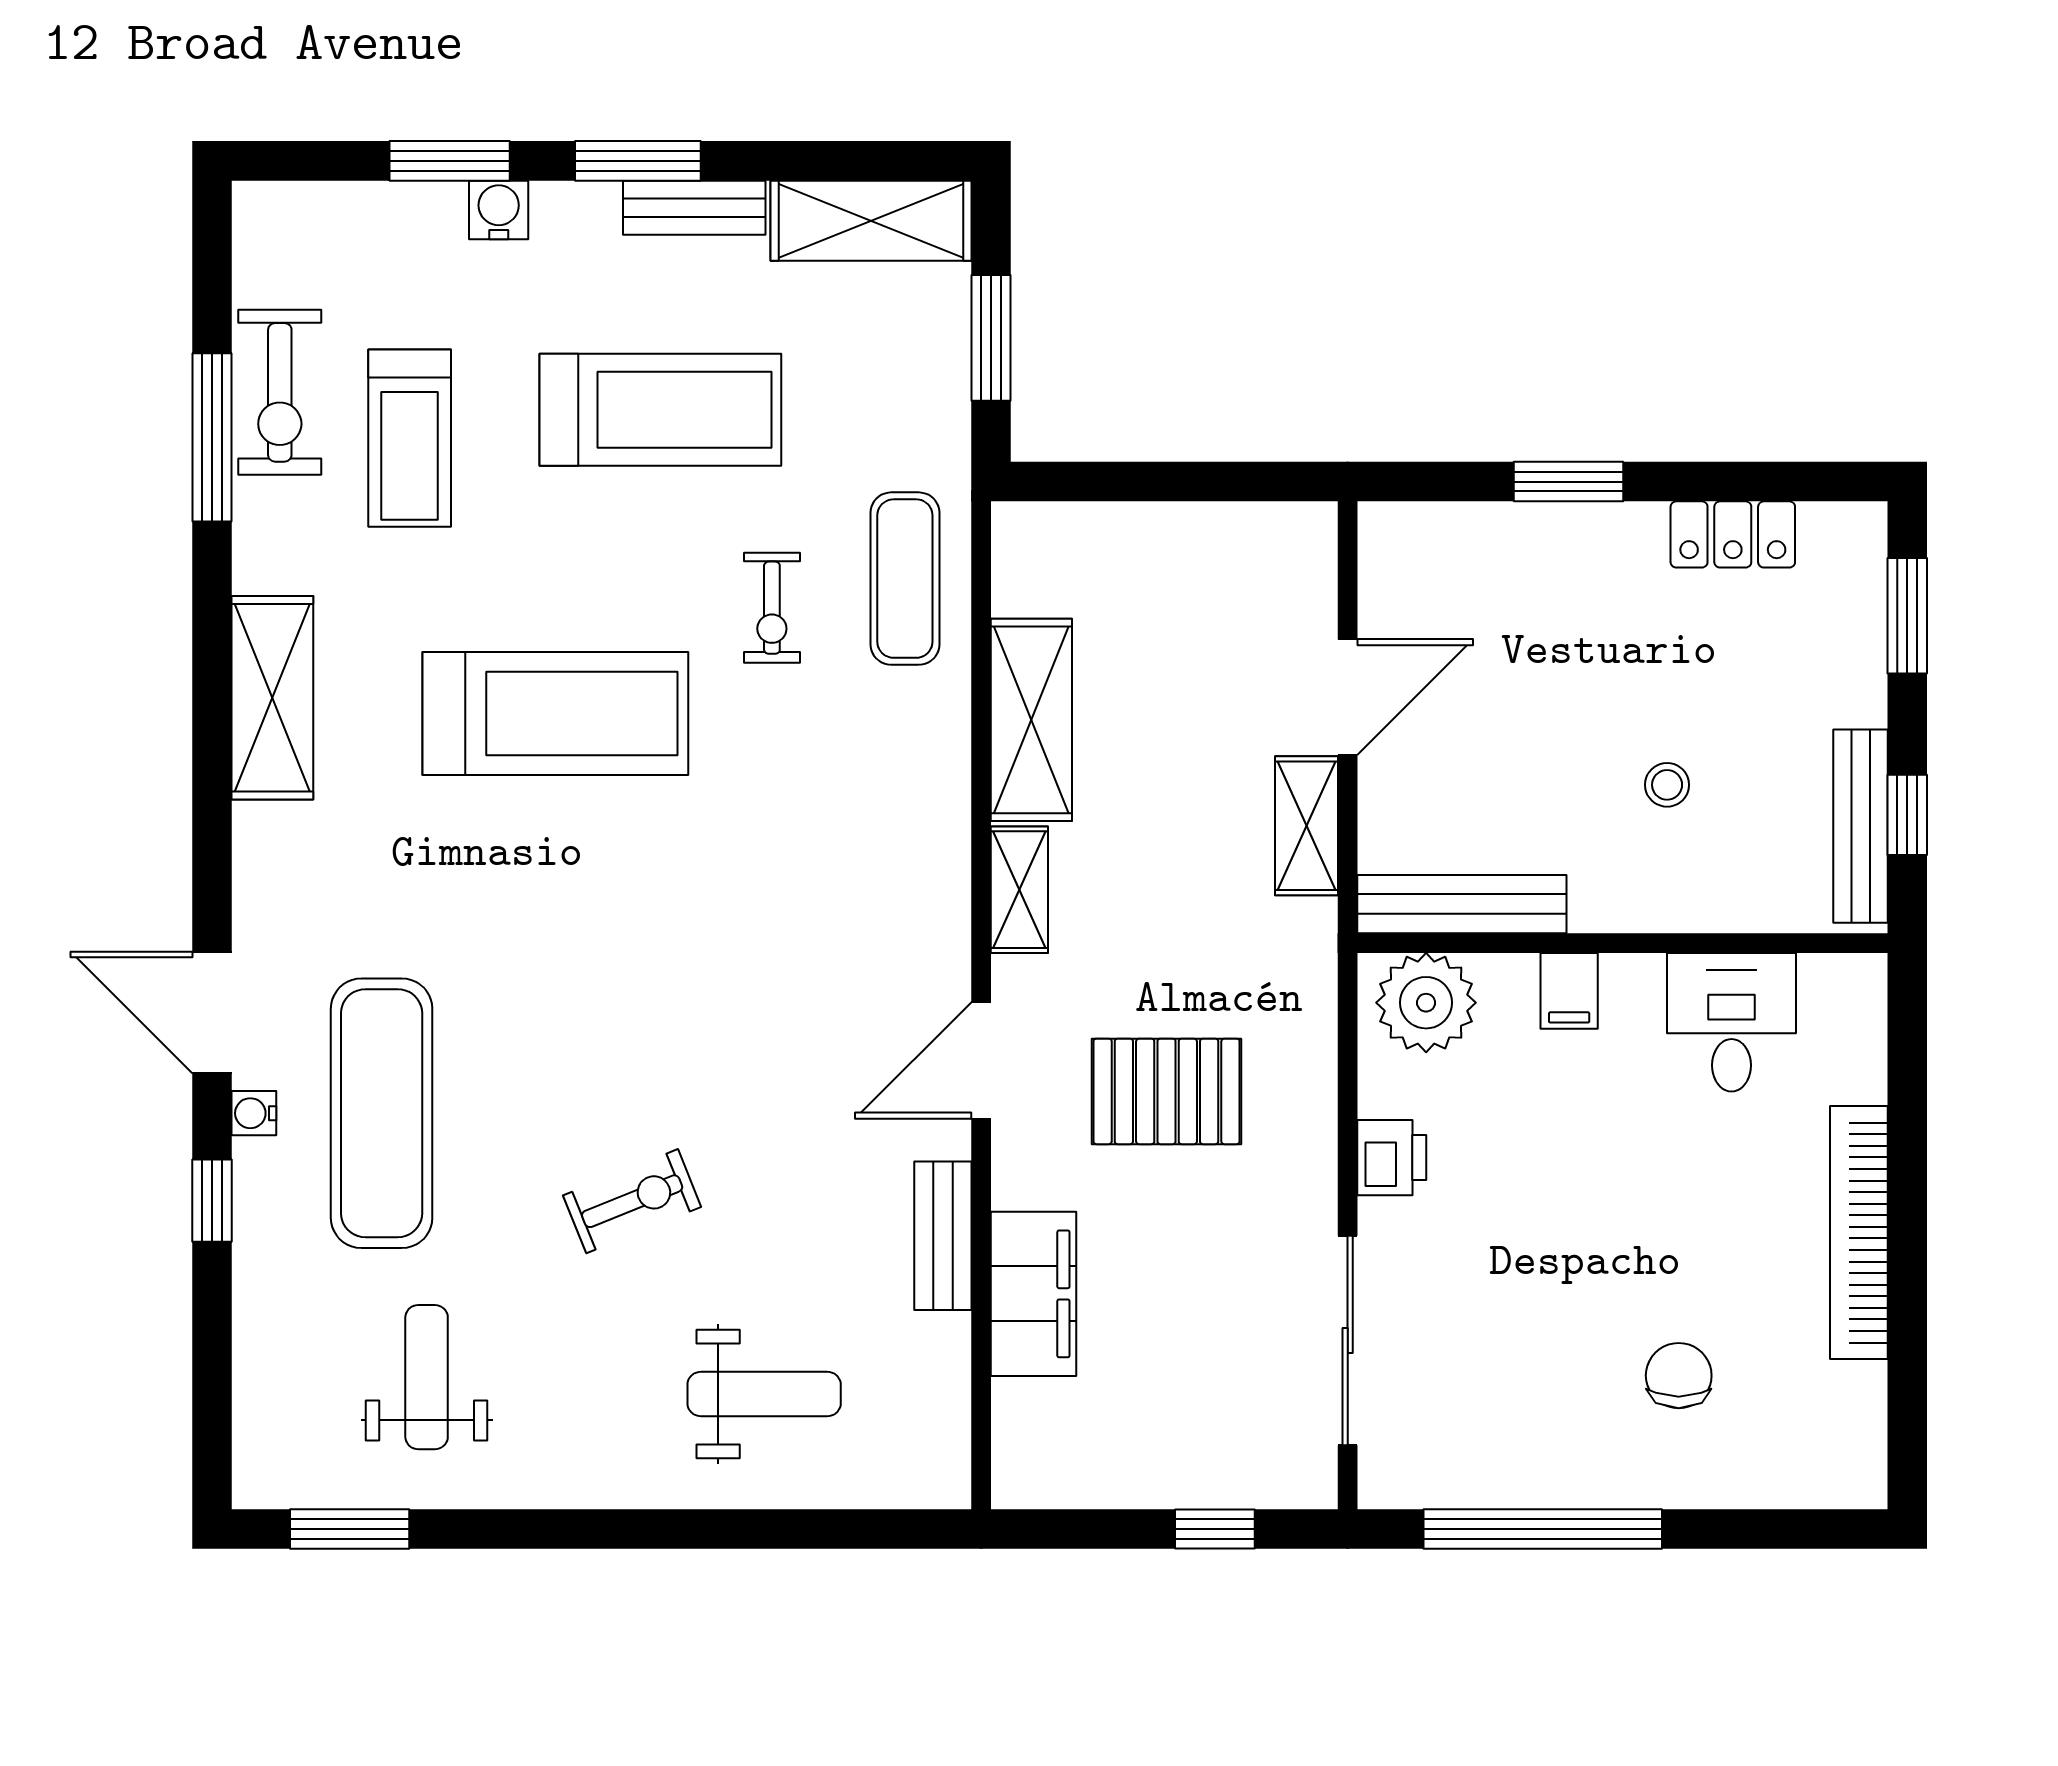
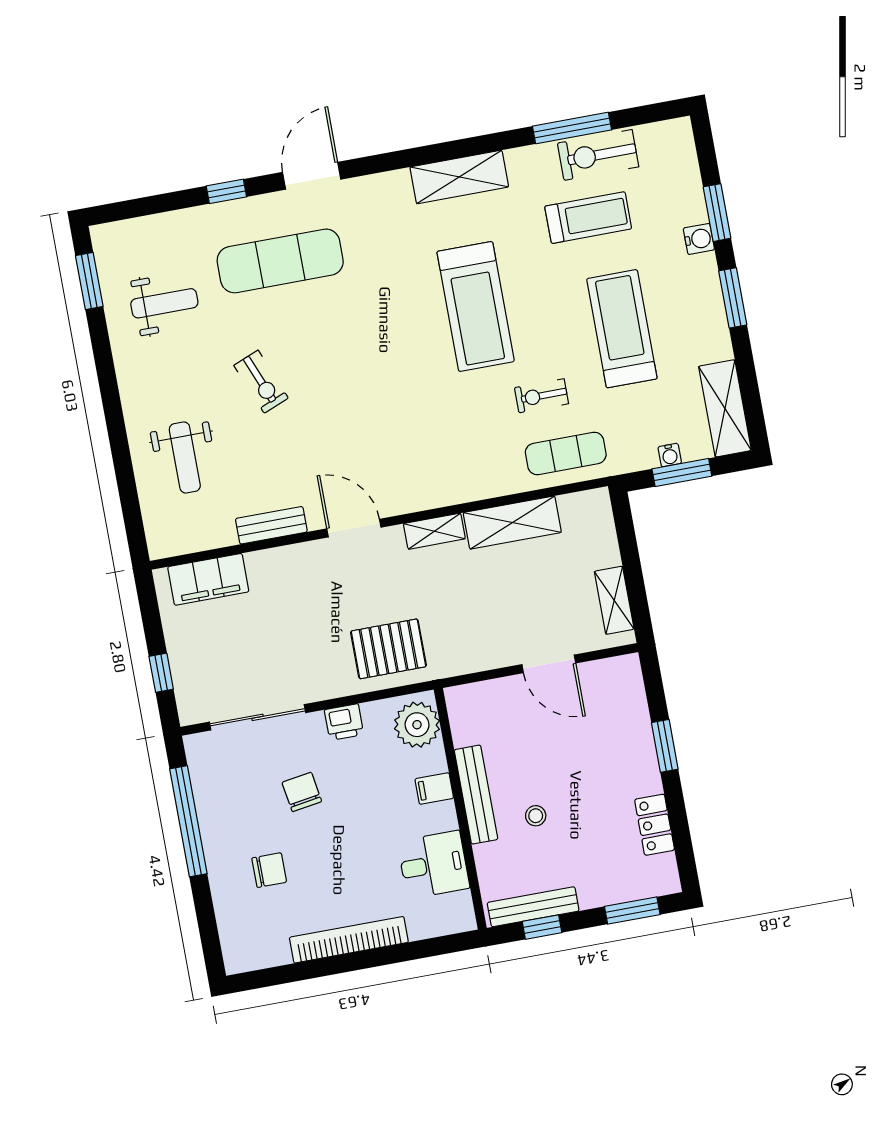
bench: (694, 208) -> (716, 327), removed
treadmill: (660, 410) -> (622, 329), turned 180
treadmill: (410, 438) -> (588, 218), turned 180
shelving: (1306, 826) -> (614, 600), moved, turned 90
bench: (1462, 904) -> (476, 795), moved
pallet: (1167, 1091) -> (388, 649), moved, turned 90
water cooler: (254, 1113) -> (670, 455), moved, turned 180
chair: (1525, 1275) -> (302, 792), added
filing cabinet: (1034, 1294) -> (208, 579), moved

